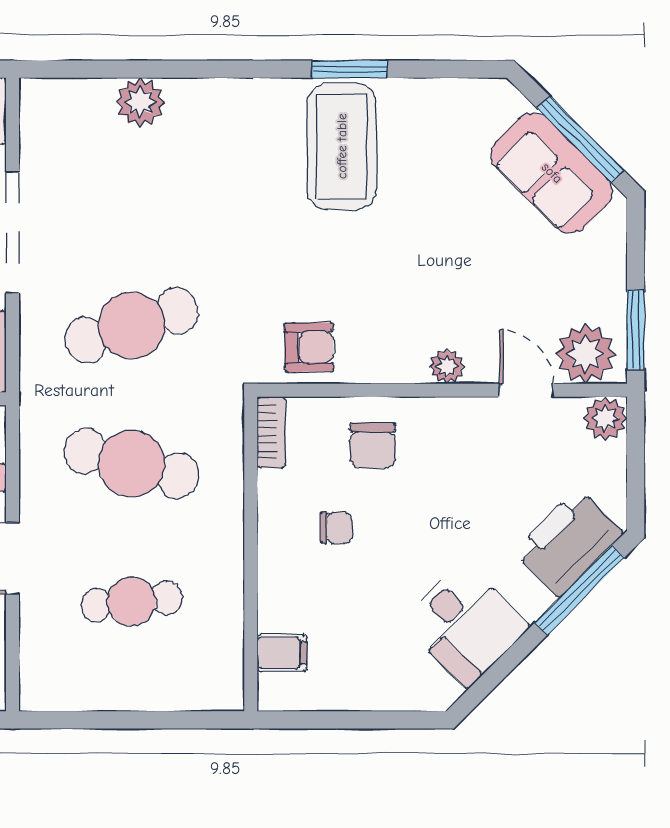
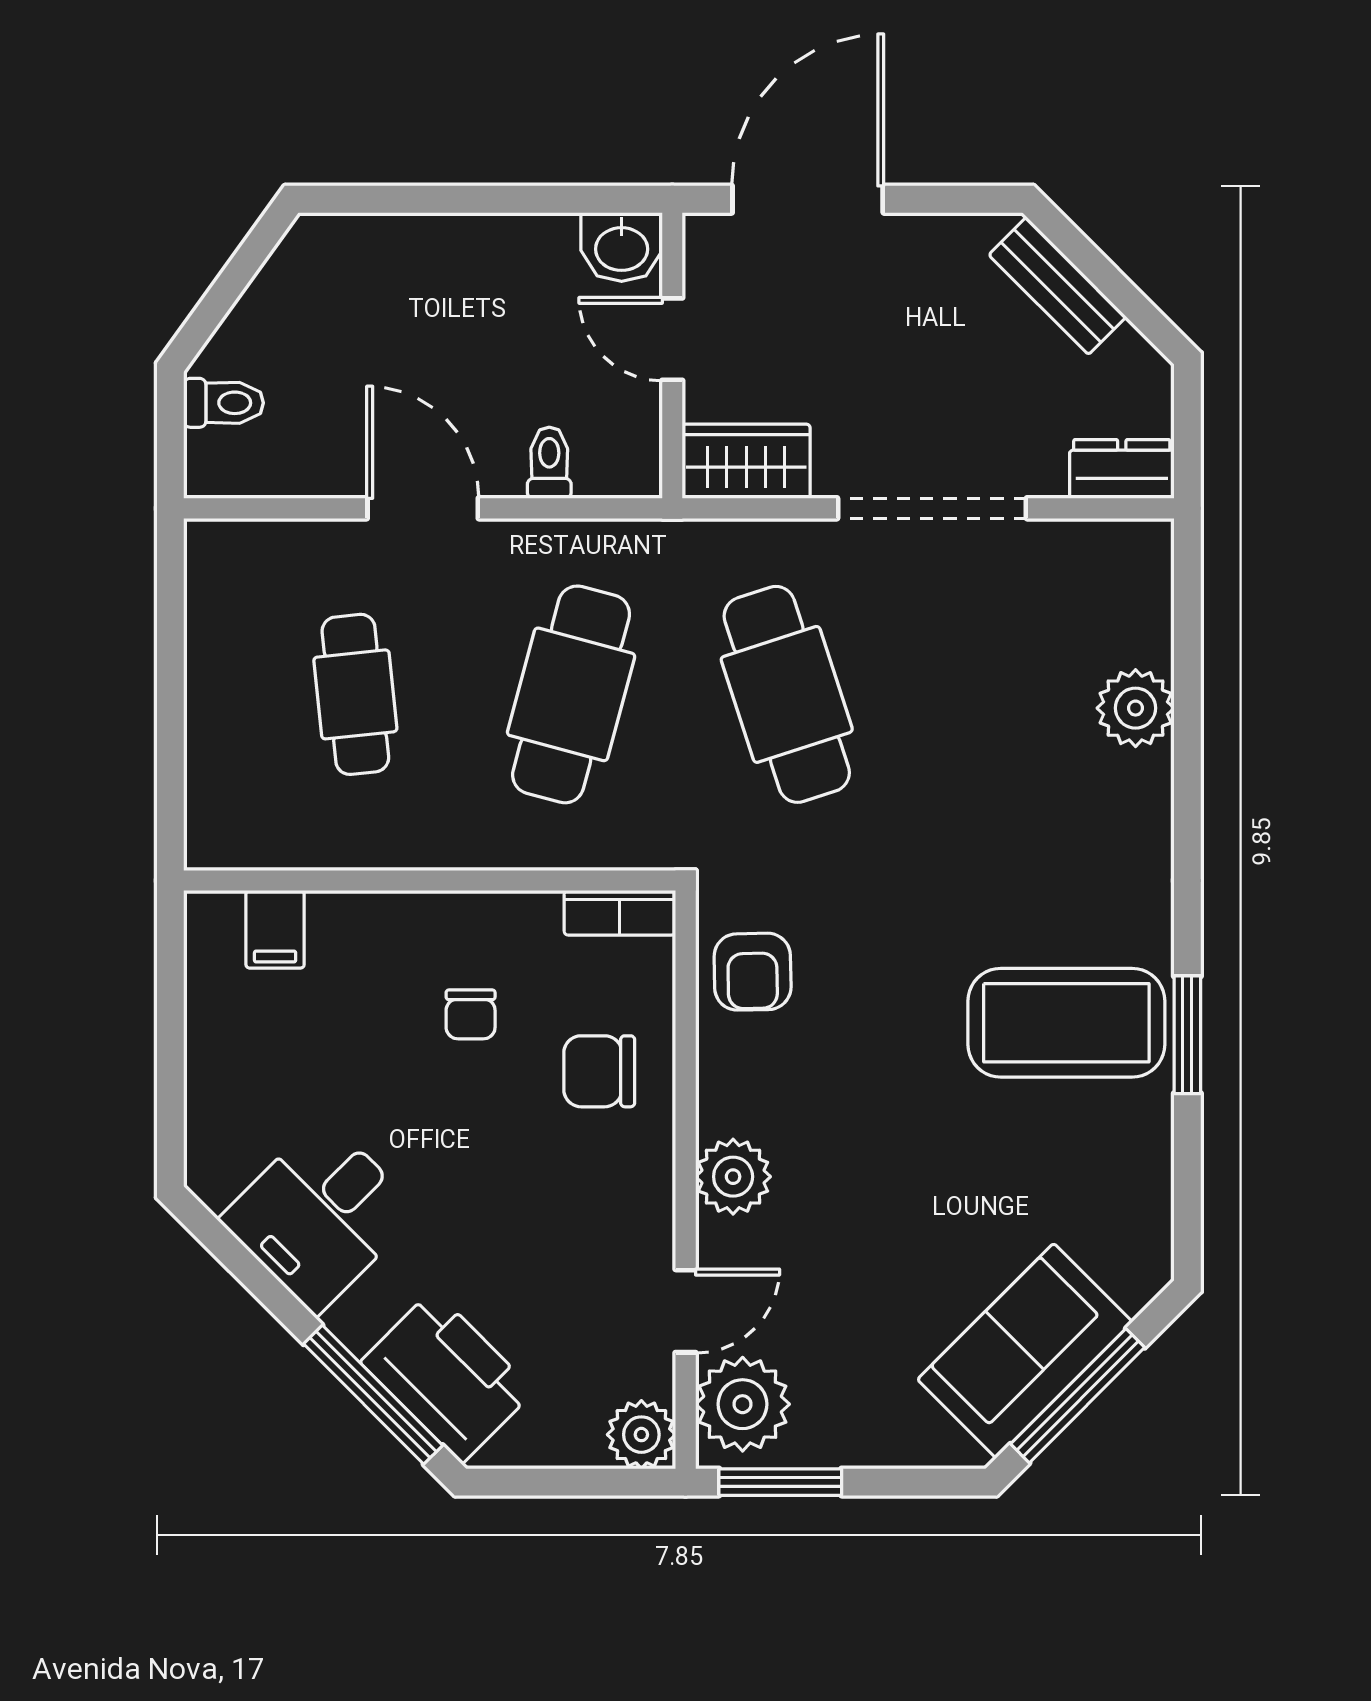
plant: (447, 366) -> (733, 1177), width x1.38, depth x1.38

